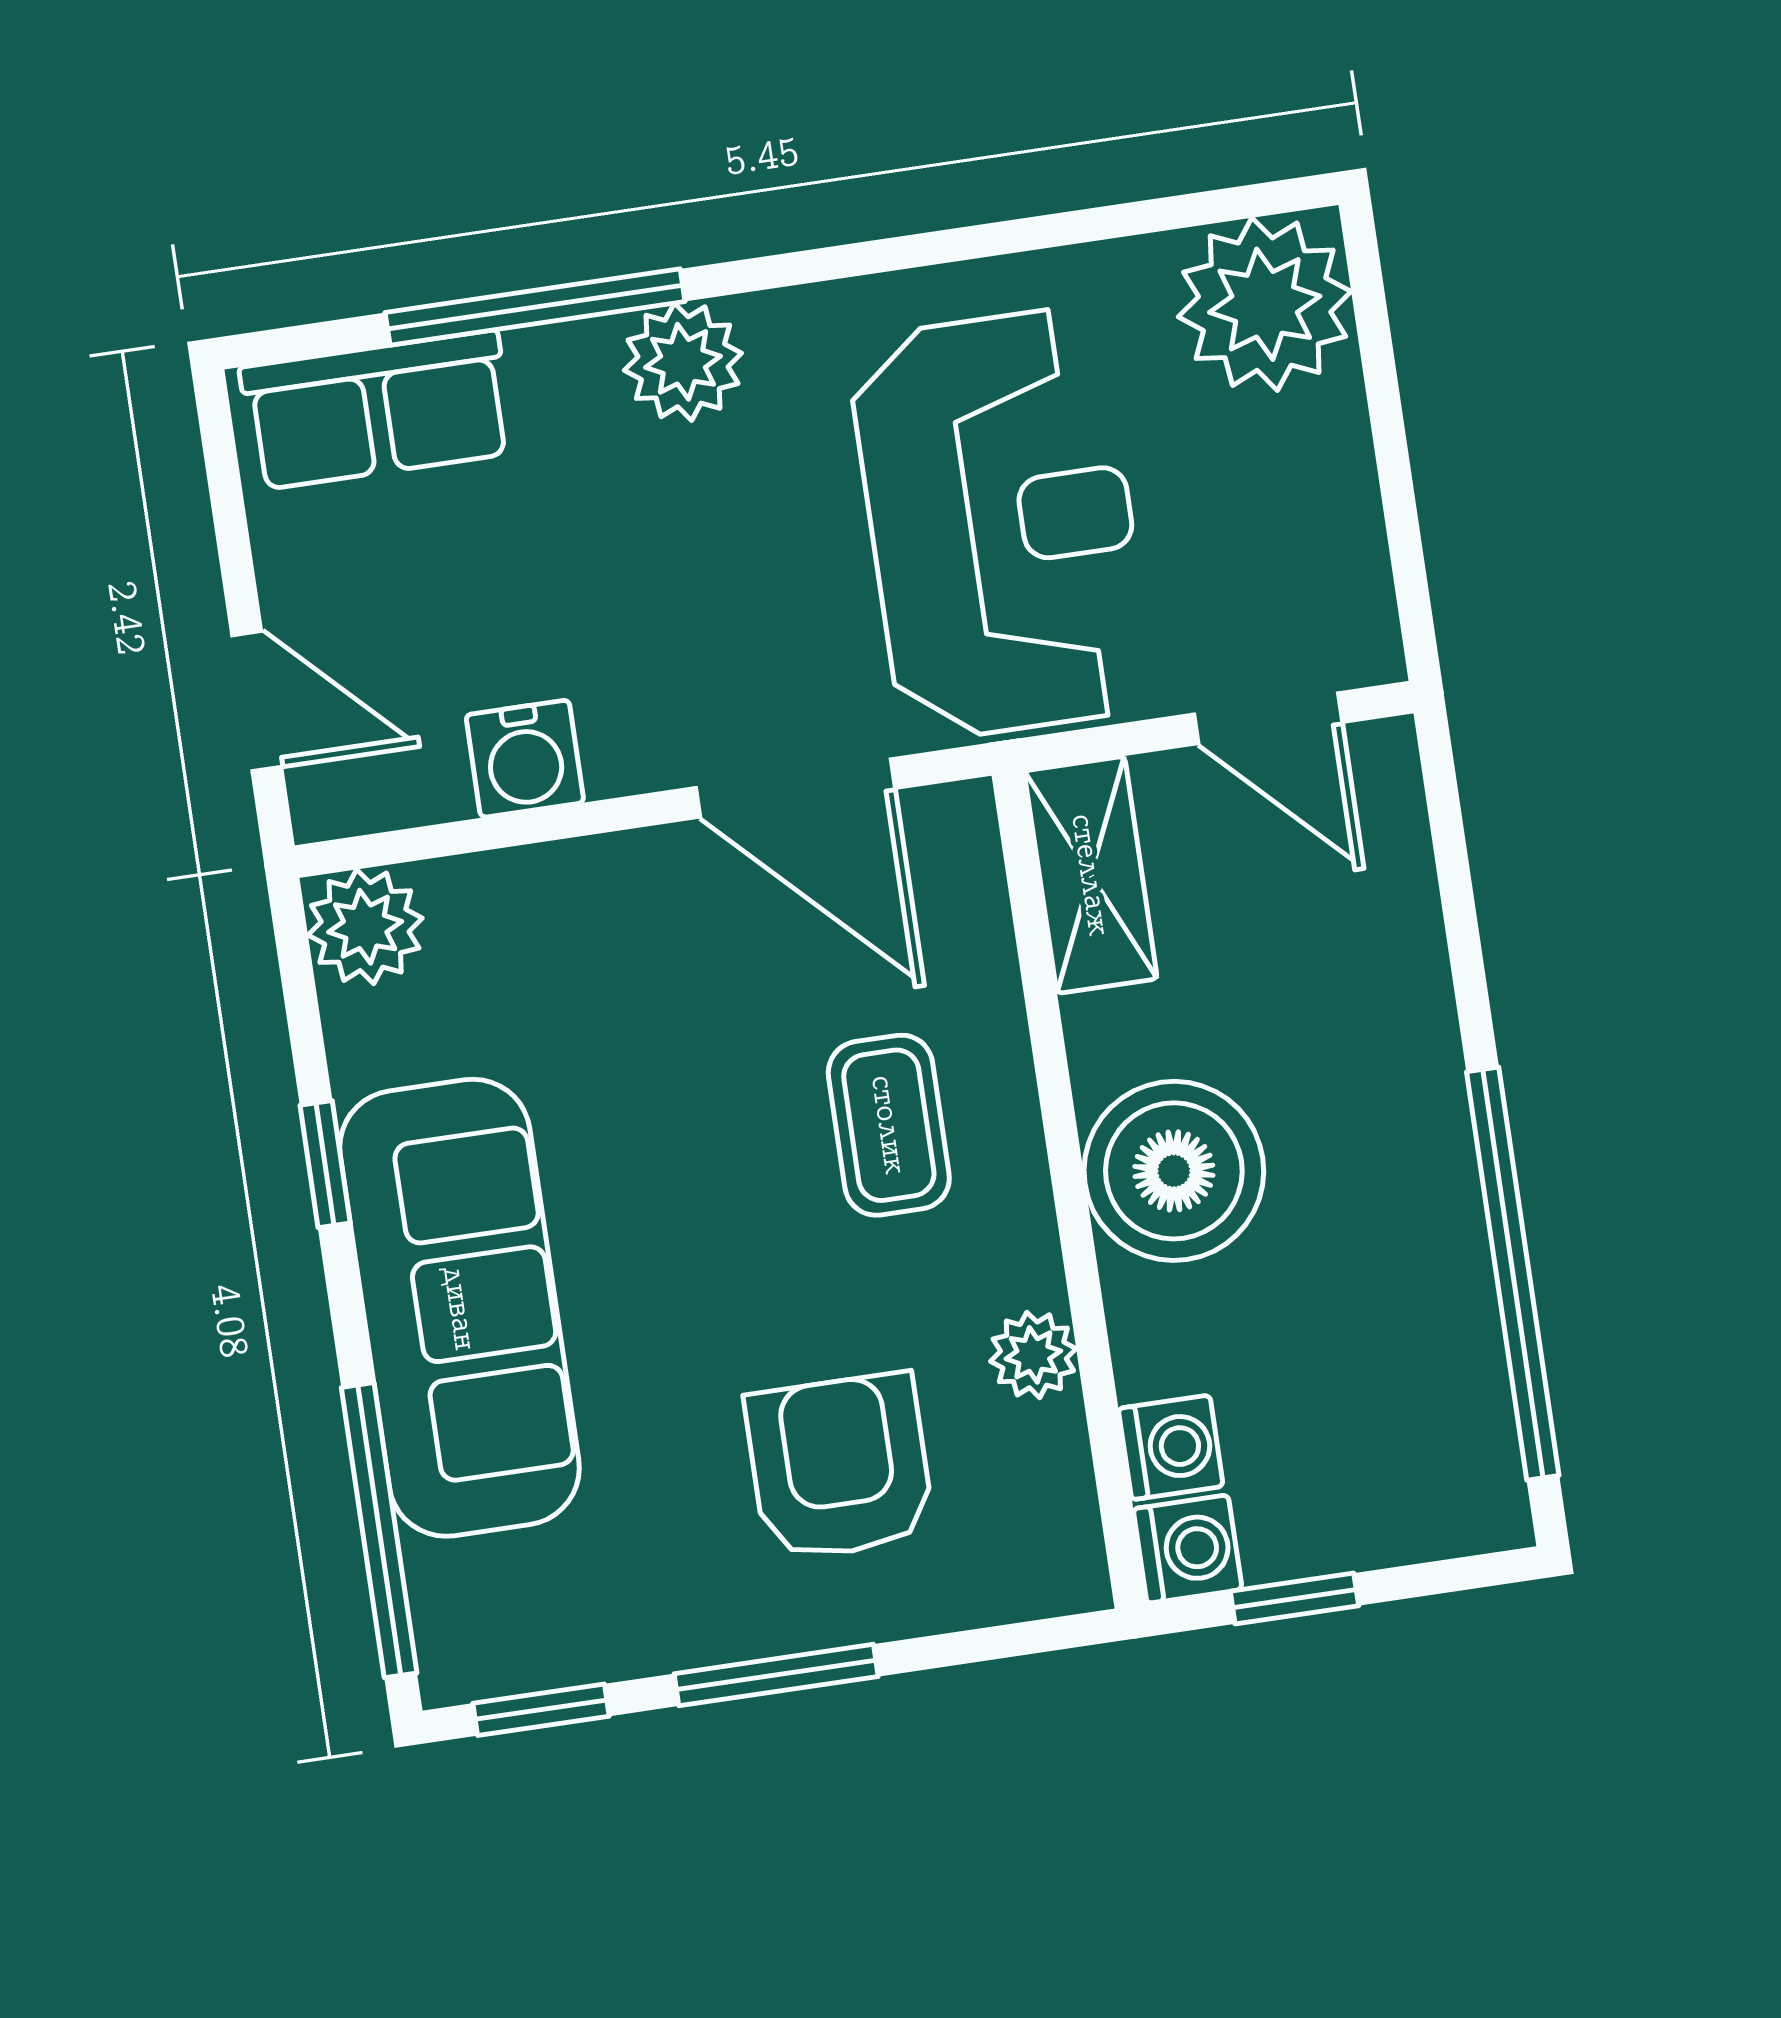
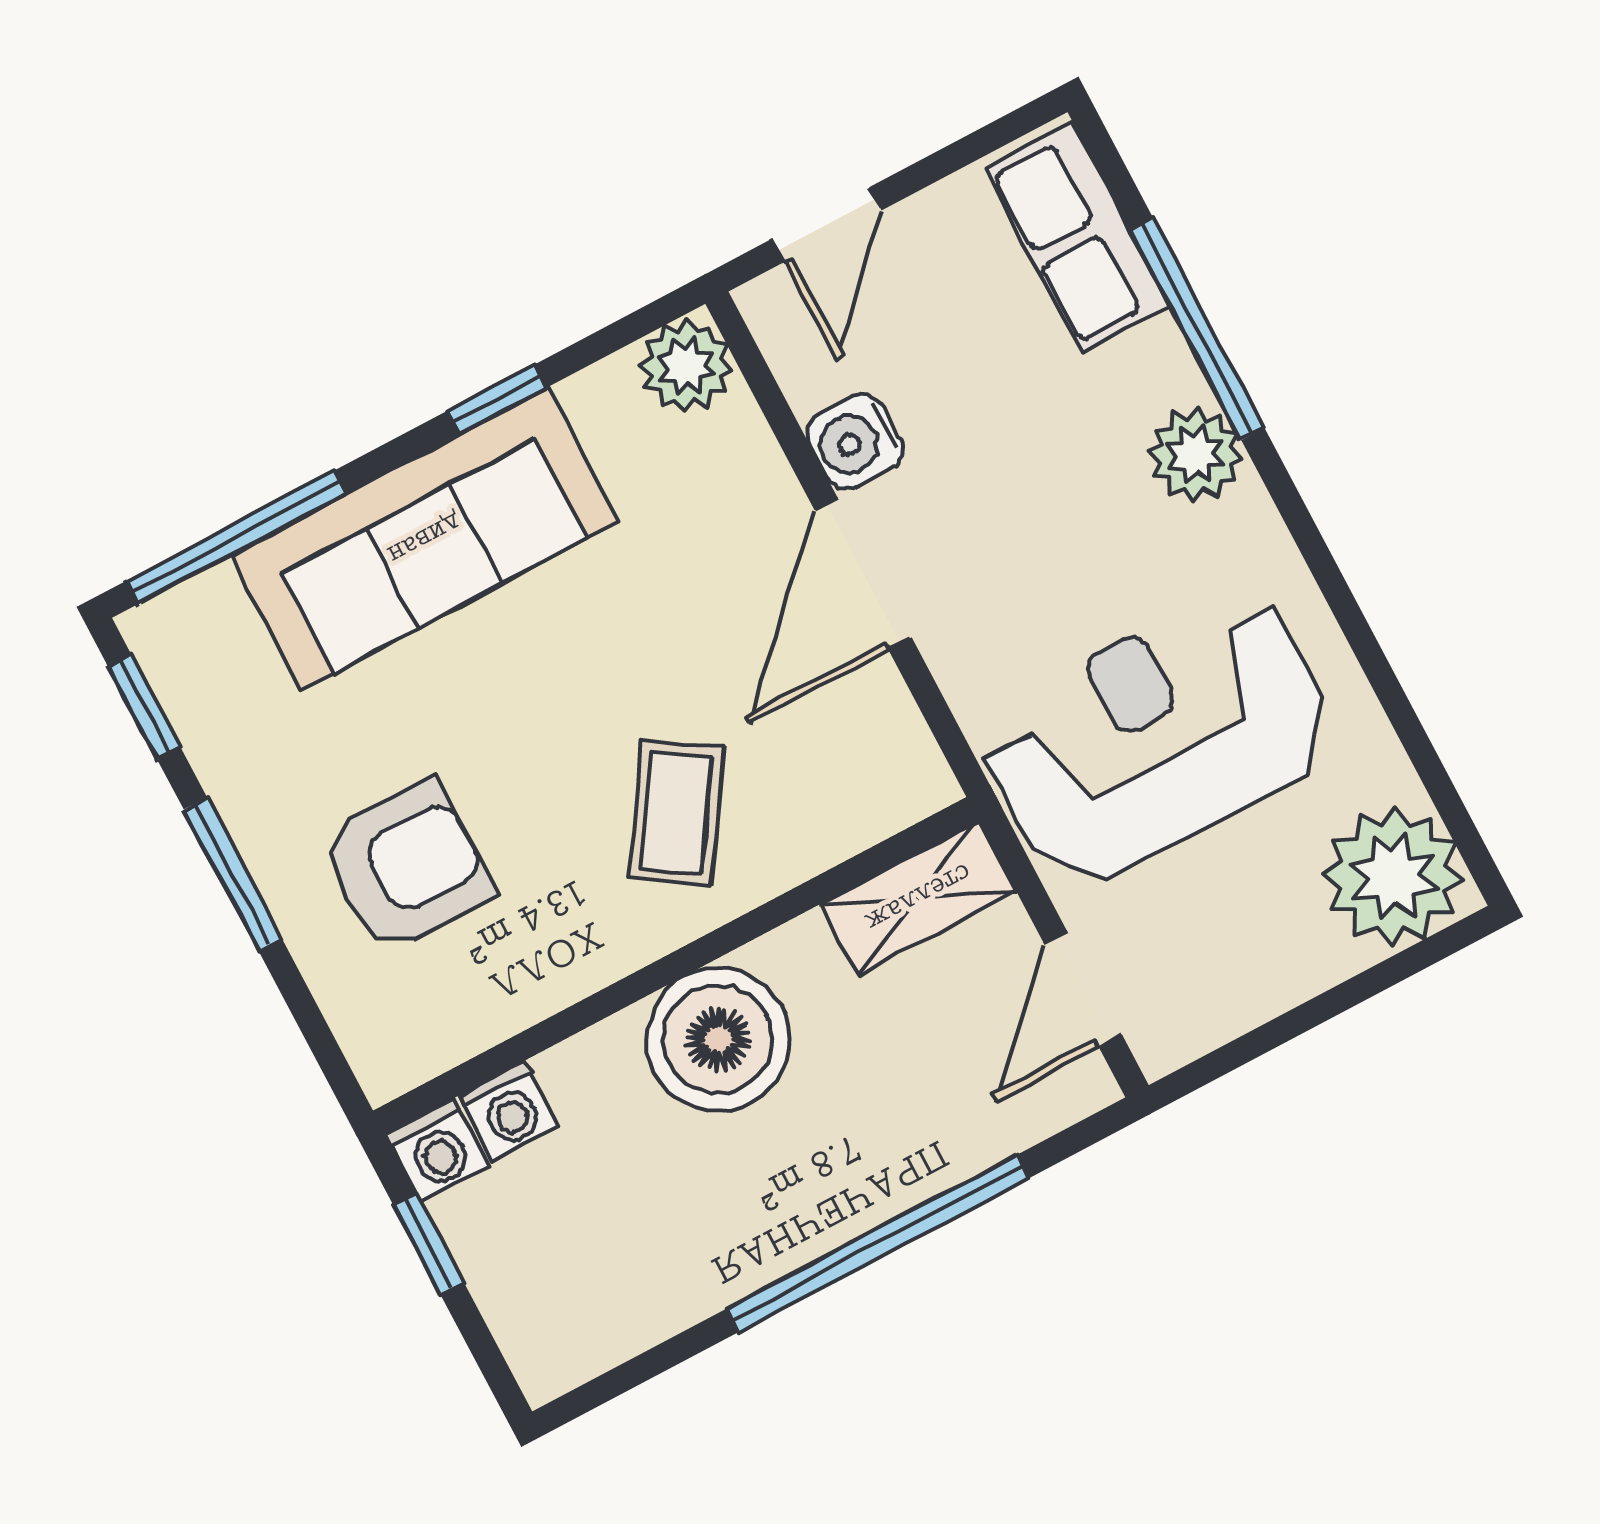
reception desk: (1001, 524) -> (1158, 737), turned 180
door: (795, 788) -> (863, 574), moved
coffee table: (889, 1125) -> (676, 813), turned -57
window: (1513, 1274) -> (878, 1243), moved
plant: (1033, 1355) -> (542, 982), removed

